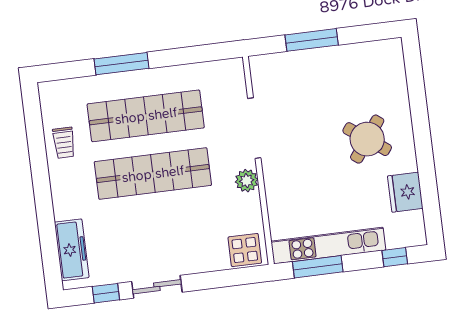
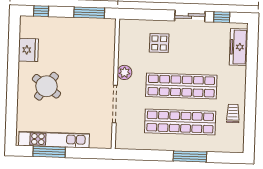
window: (312, 40) -> (49, 152), moved
kitchen unit: (328, 246) -> (54, 140), moved, turned 180
display table: (245, 250) -> (159, 43), moved

